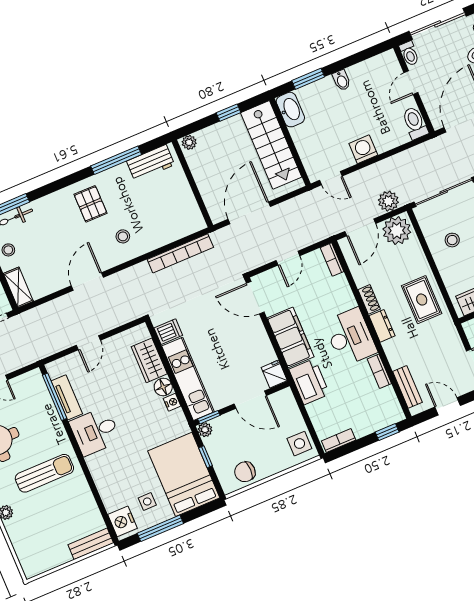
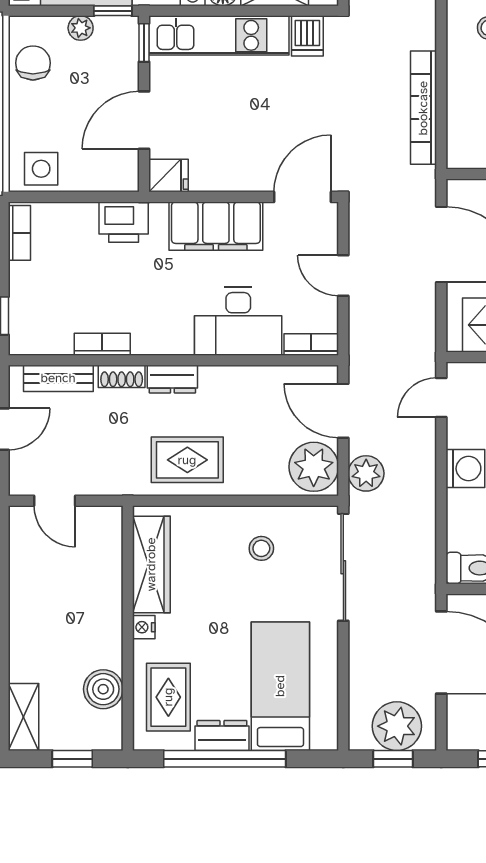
shoe rack: (369, 299) -> (122, 376), moved
desk: (350, 337) -> (238, 321), moved
printer: (309, 382) -> (124, 222), width x0.73, depth x0.84
plant: (205, 430) -> (81, 28), moved
window: (206, 457) -> (113, 11), moved

